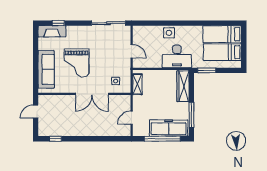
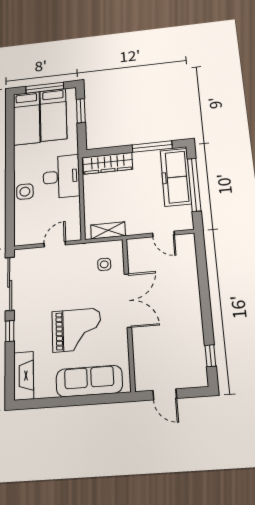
window: (58, 23) -> (10, 331), moved
window: (244, 47) -> (45, 88), added
window: (207, 70) -> (81, 111), moved

